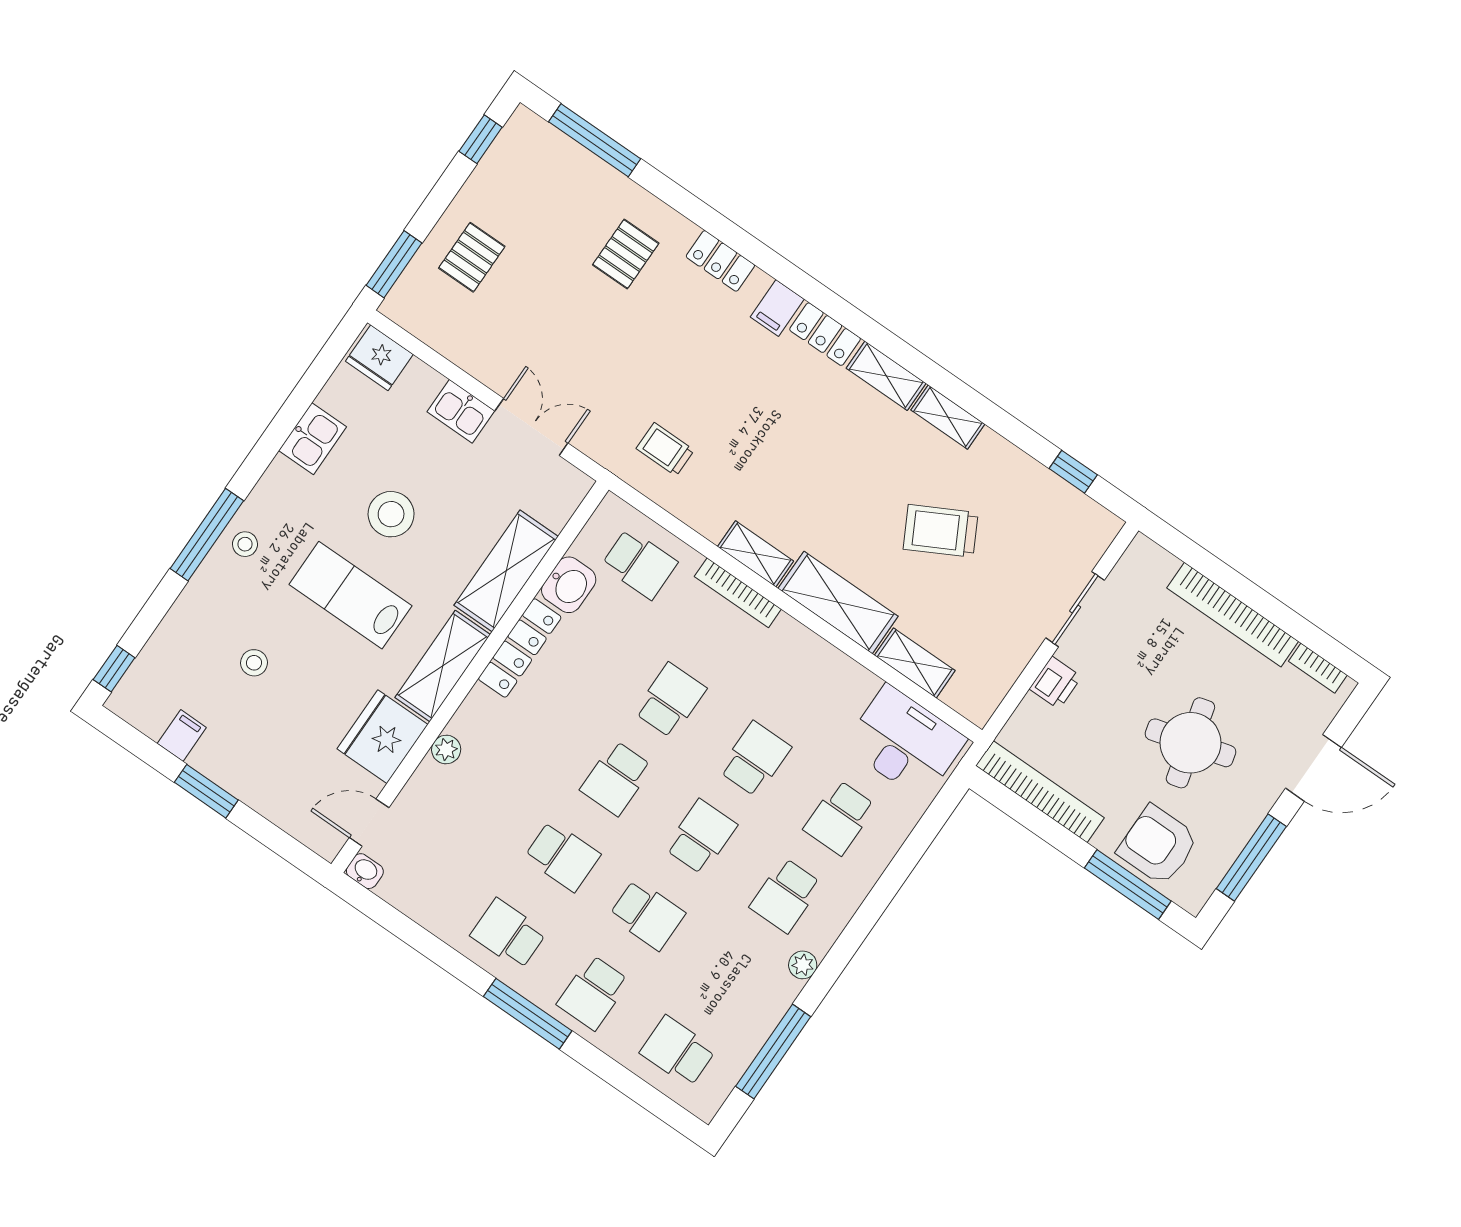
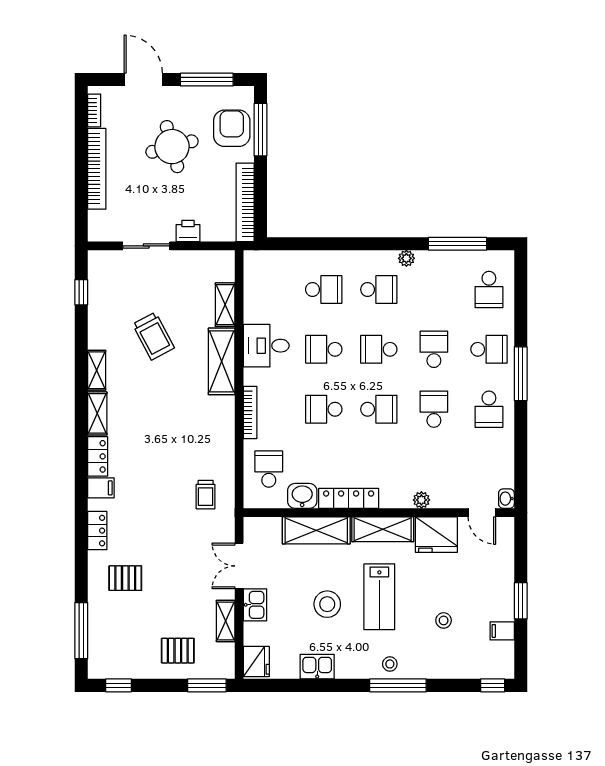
shelving: (756, 554) -> (226, 621), moved
desk: (905, 742) -> (266, 346), moved, width x0.73
armchair: (1158, 845) -> (232, 128), turned 180

